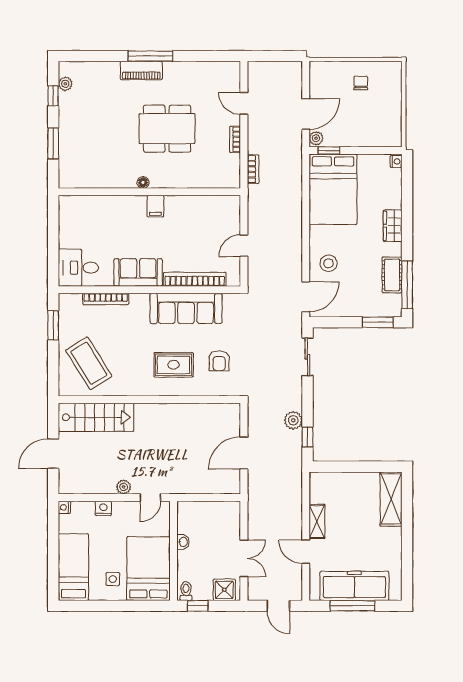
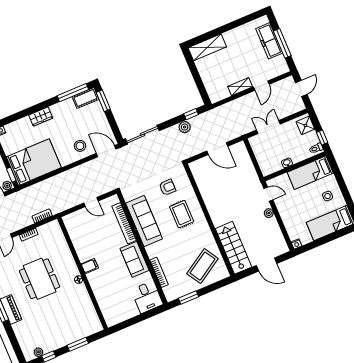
cot: (392, 275) -> (85, 98), moved
sliding door: (307, 357) -> (142, 135), width x1.37
nightstand: (103, 508) -> (287, 220), removed
double door: (244, 558) -> (268, 127), moved
bed: (148, 569) -> (310, 173), width x0.67
freezer: (354, 586) -> (269, 41), width x0.73, depth x0.79

